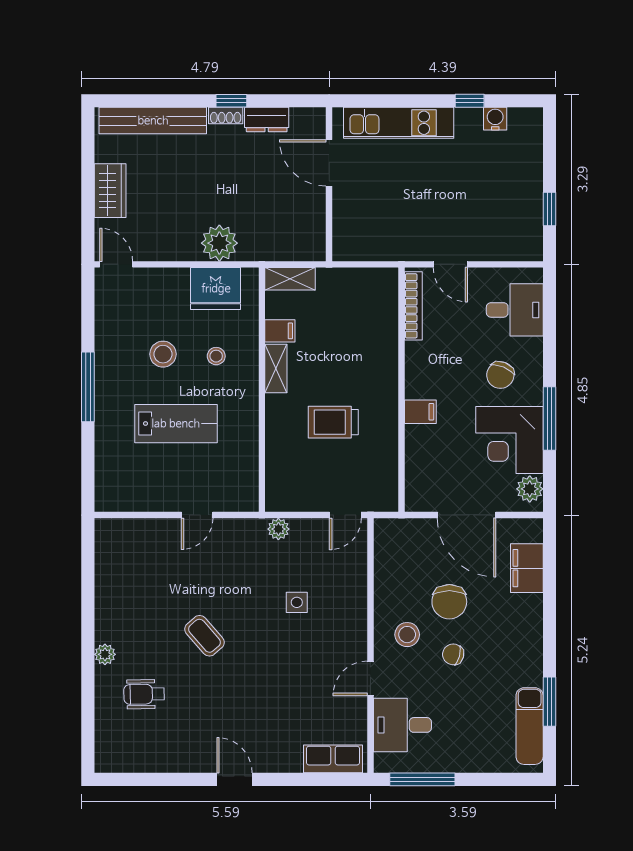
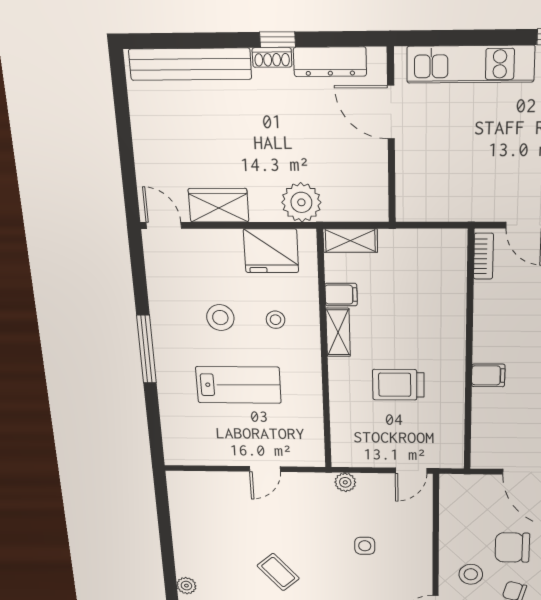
dresser: (267, 120) -> (330, 62), width x1.44
wardrobe: (110, 191) -> (219, 205), moved, turned -90
plant: (219, 243) -> (301, 202), moved
bookcase: (413, 306) -> (483, 256), width x0.64
chair: (449, 602) -> (512, 547), turned 90

